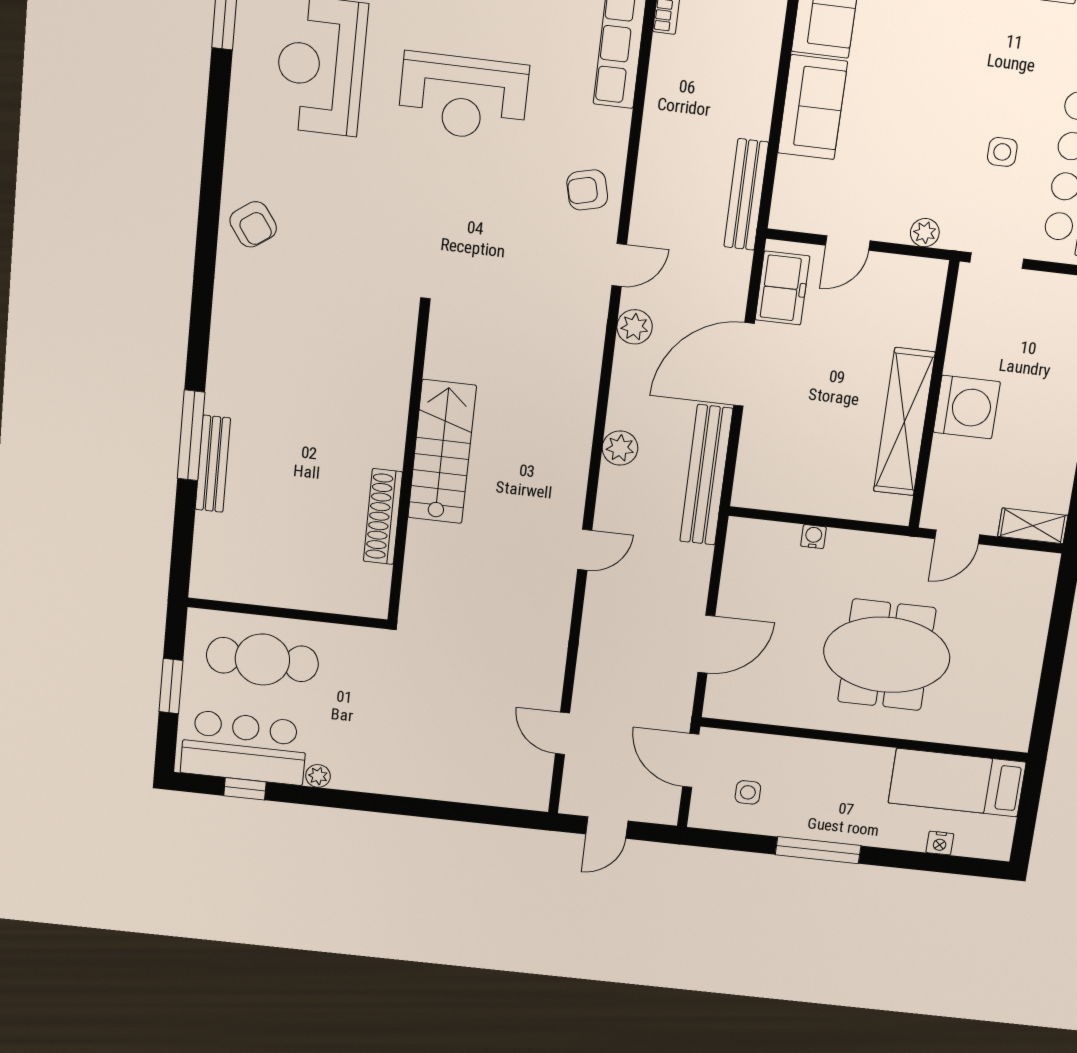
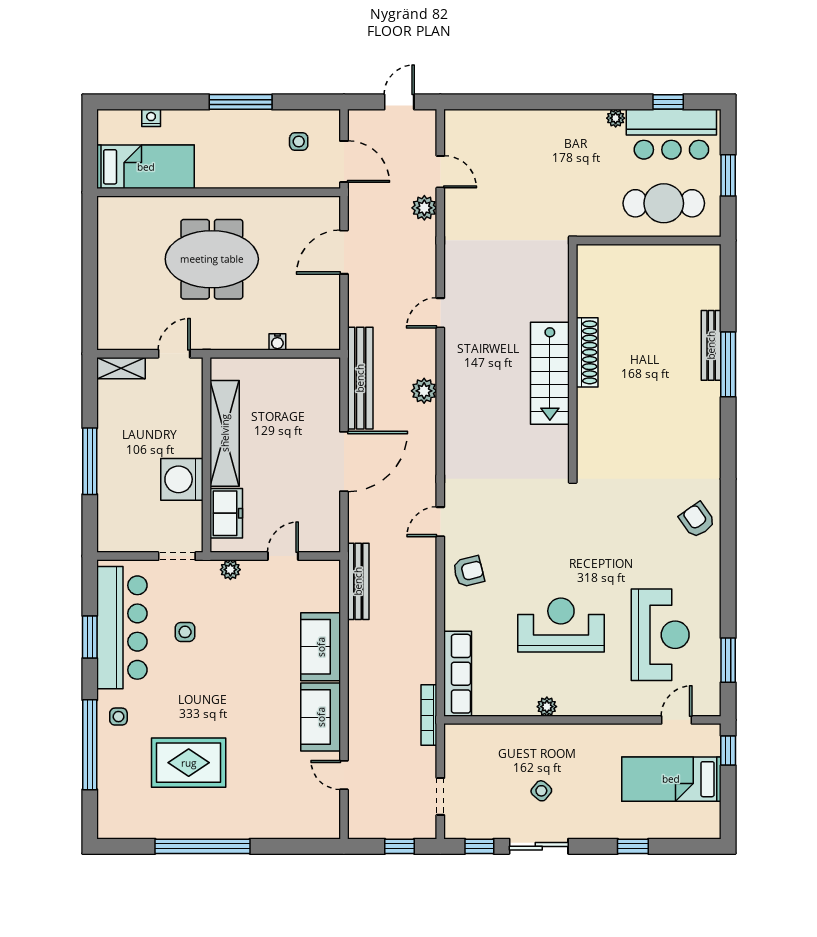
freezer: (782, 288) -> (226, 513), moved, turned 180
plant: (635, 327) -> (424, 208), moved
washing machine: (967, 407) -> (182, 479), moved
shoe rack: (383, 517) -> (587, 352), moved

